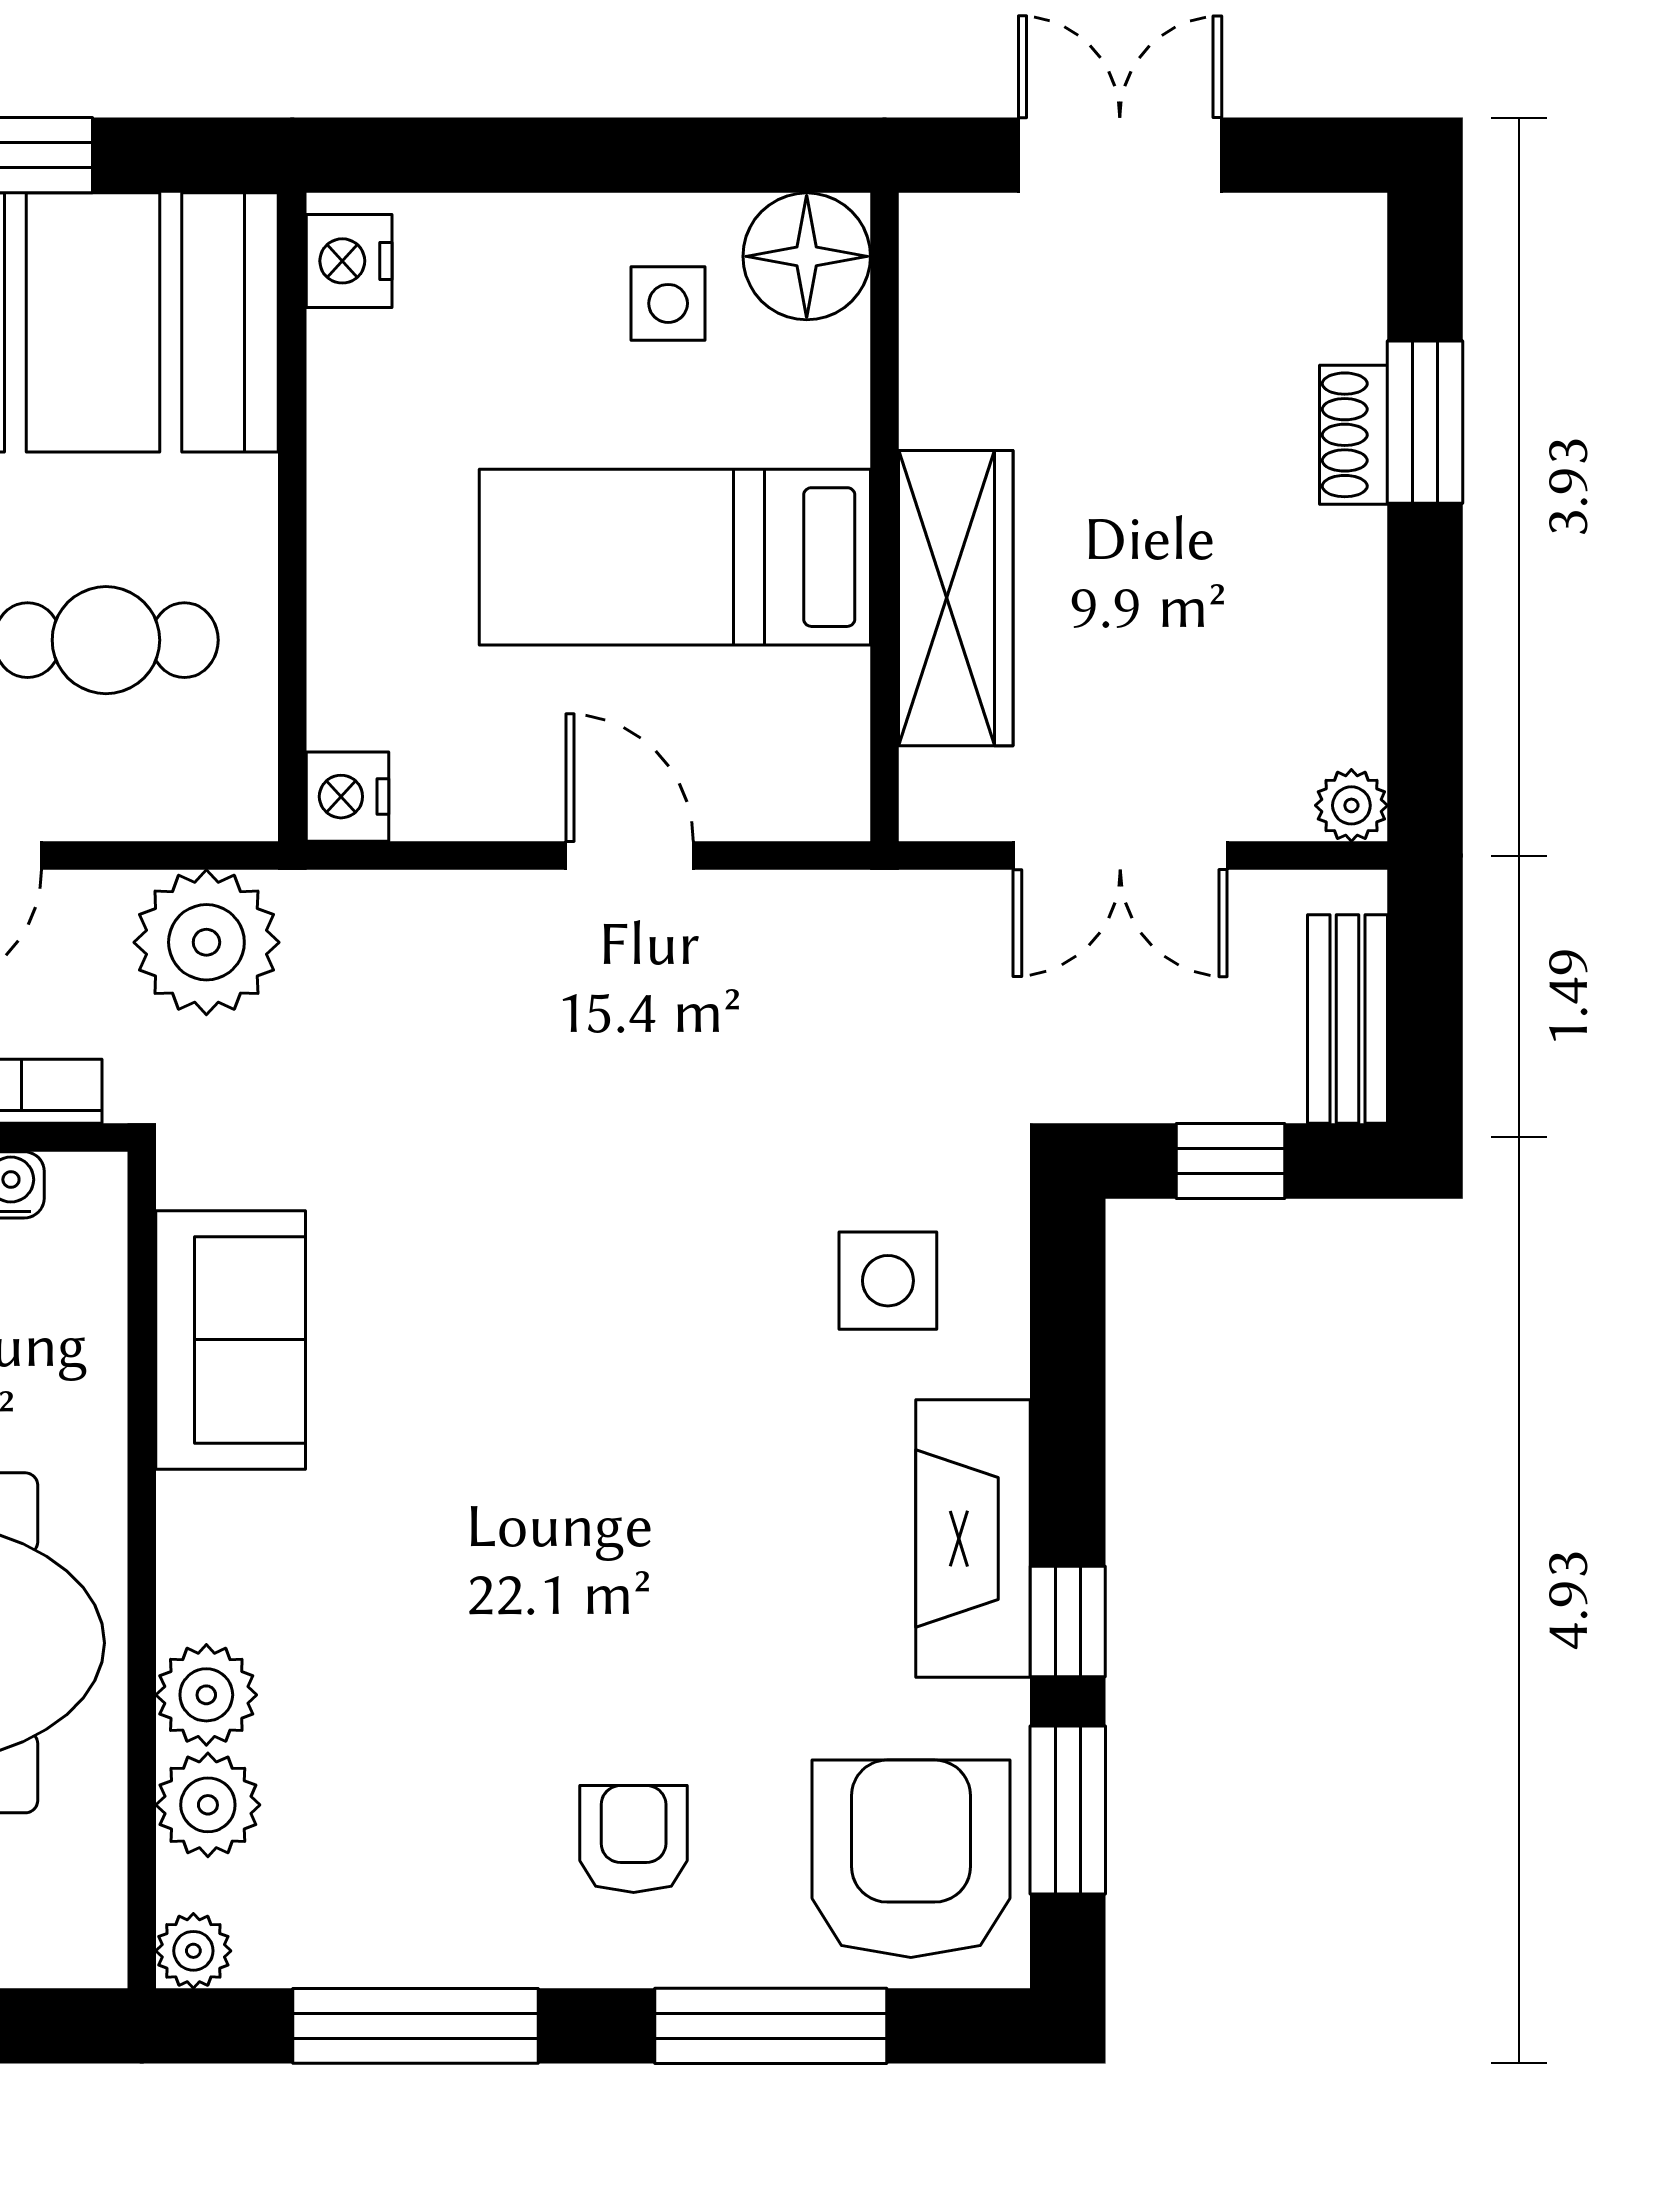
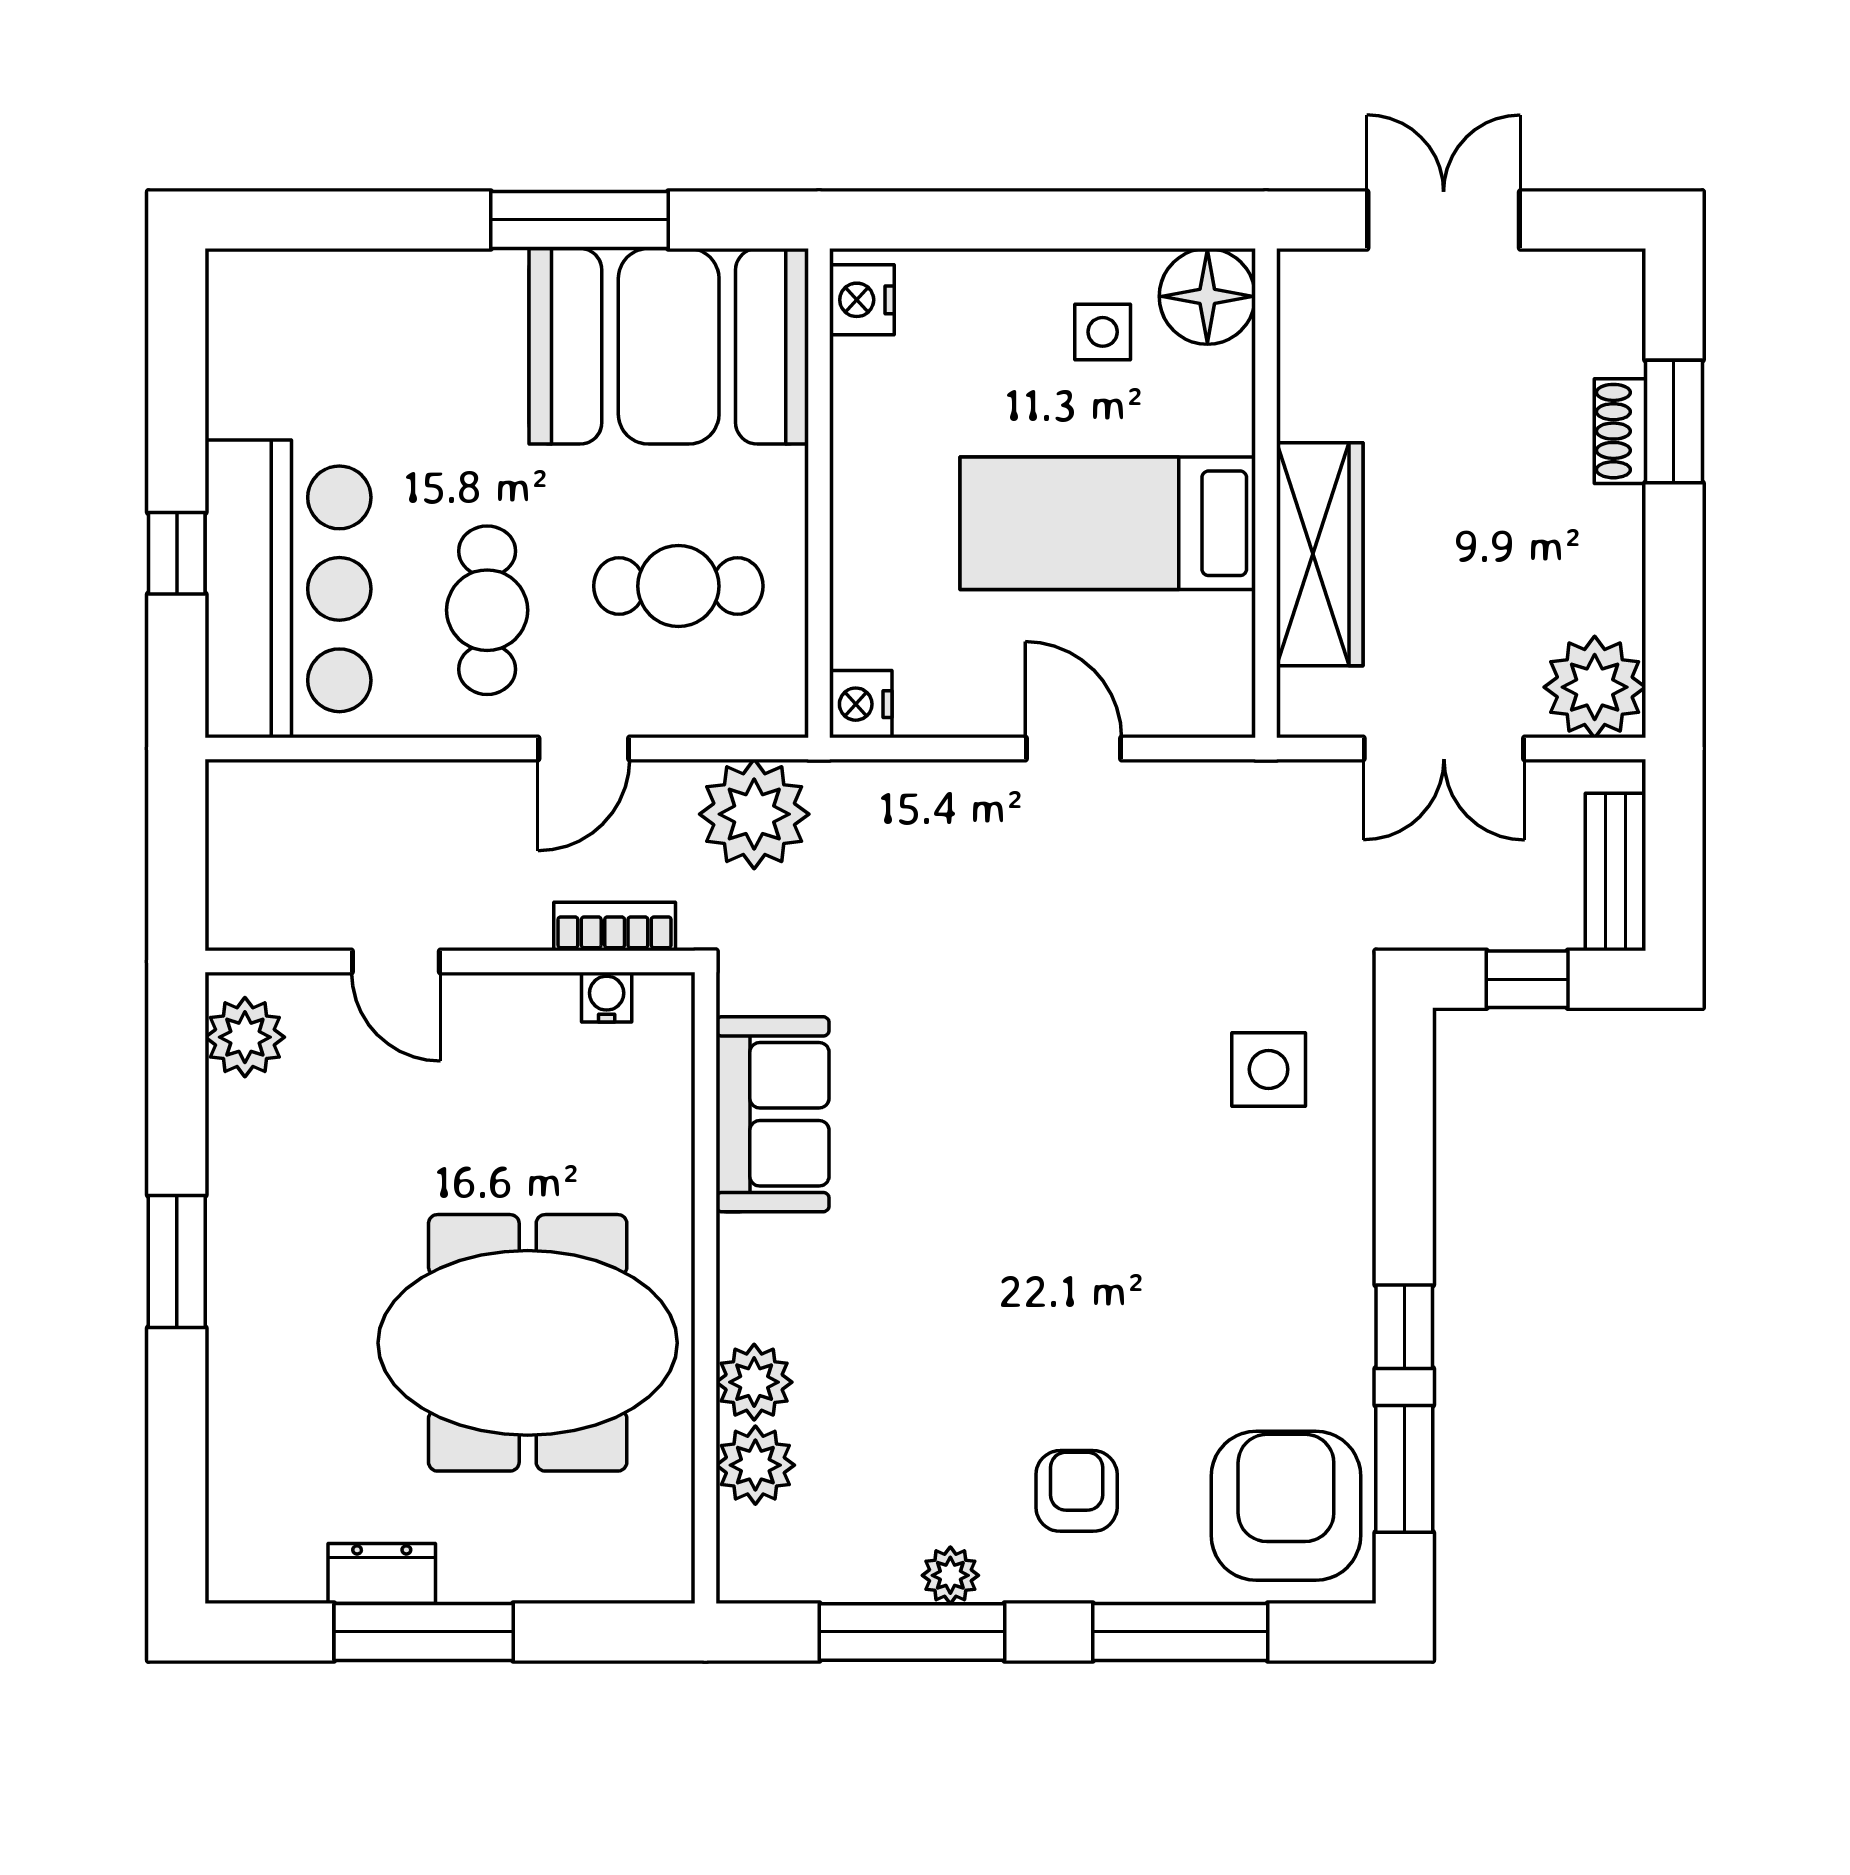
plant: (1351, 805) -> (1595, 687), width x1.88, depth x1.88
fireplace: (973, 1539) -> (1333, 1264), removed
plant: (193, 1951) -> (950, 1575), moved

